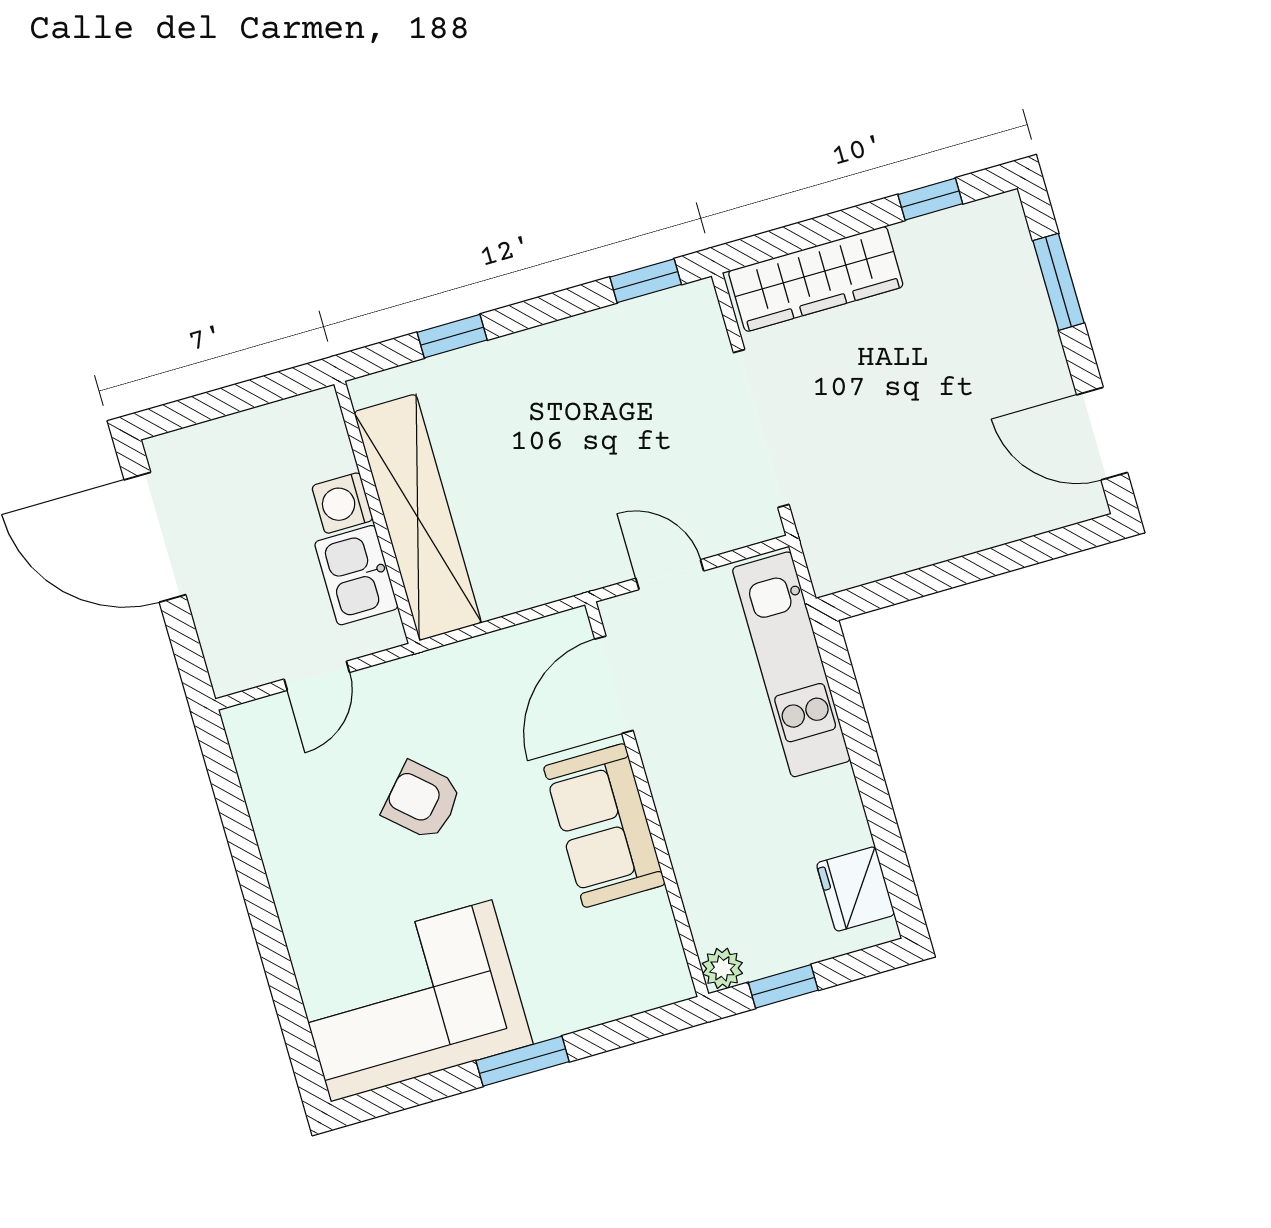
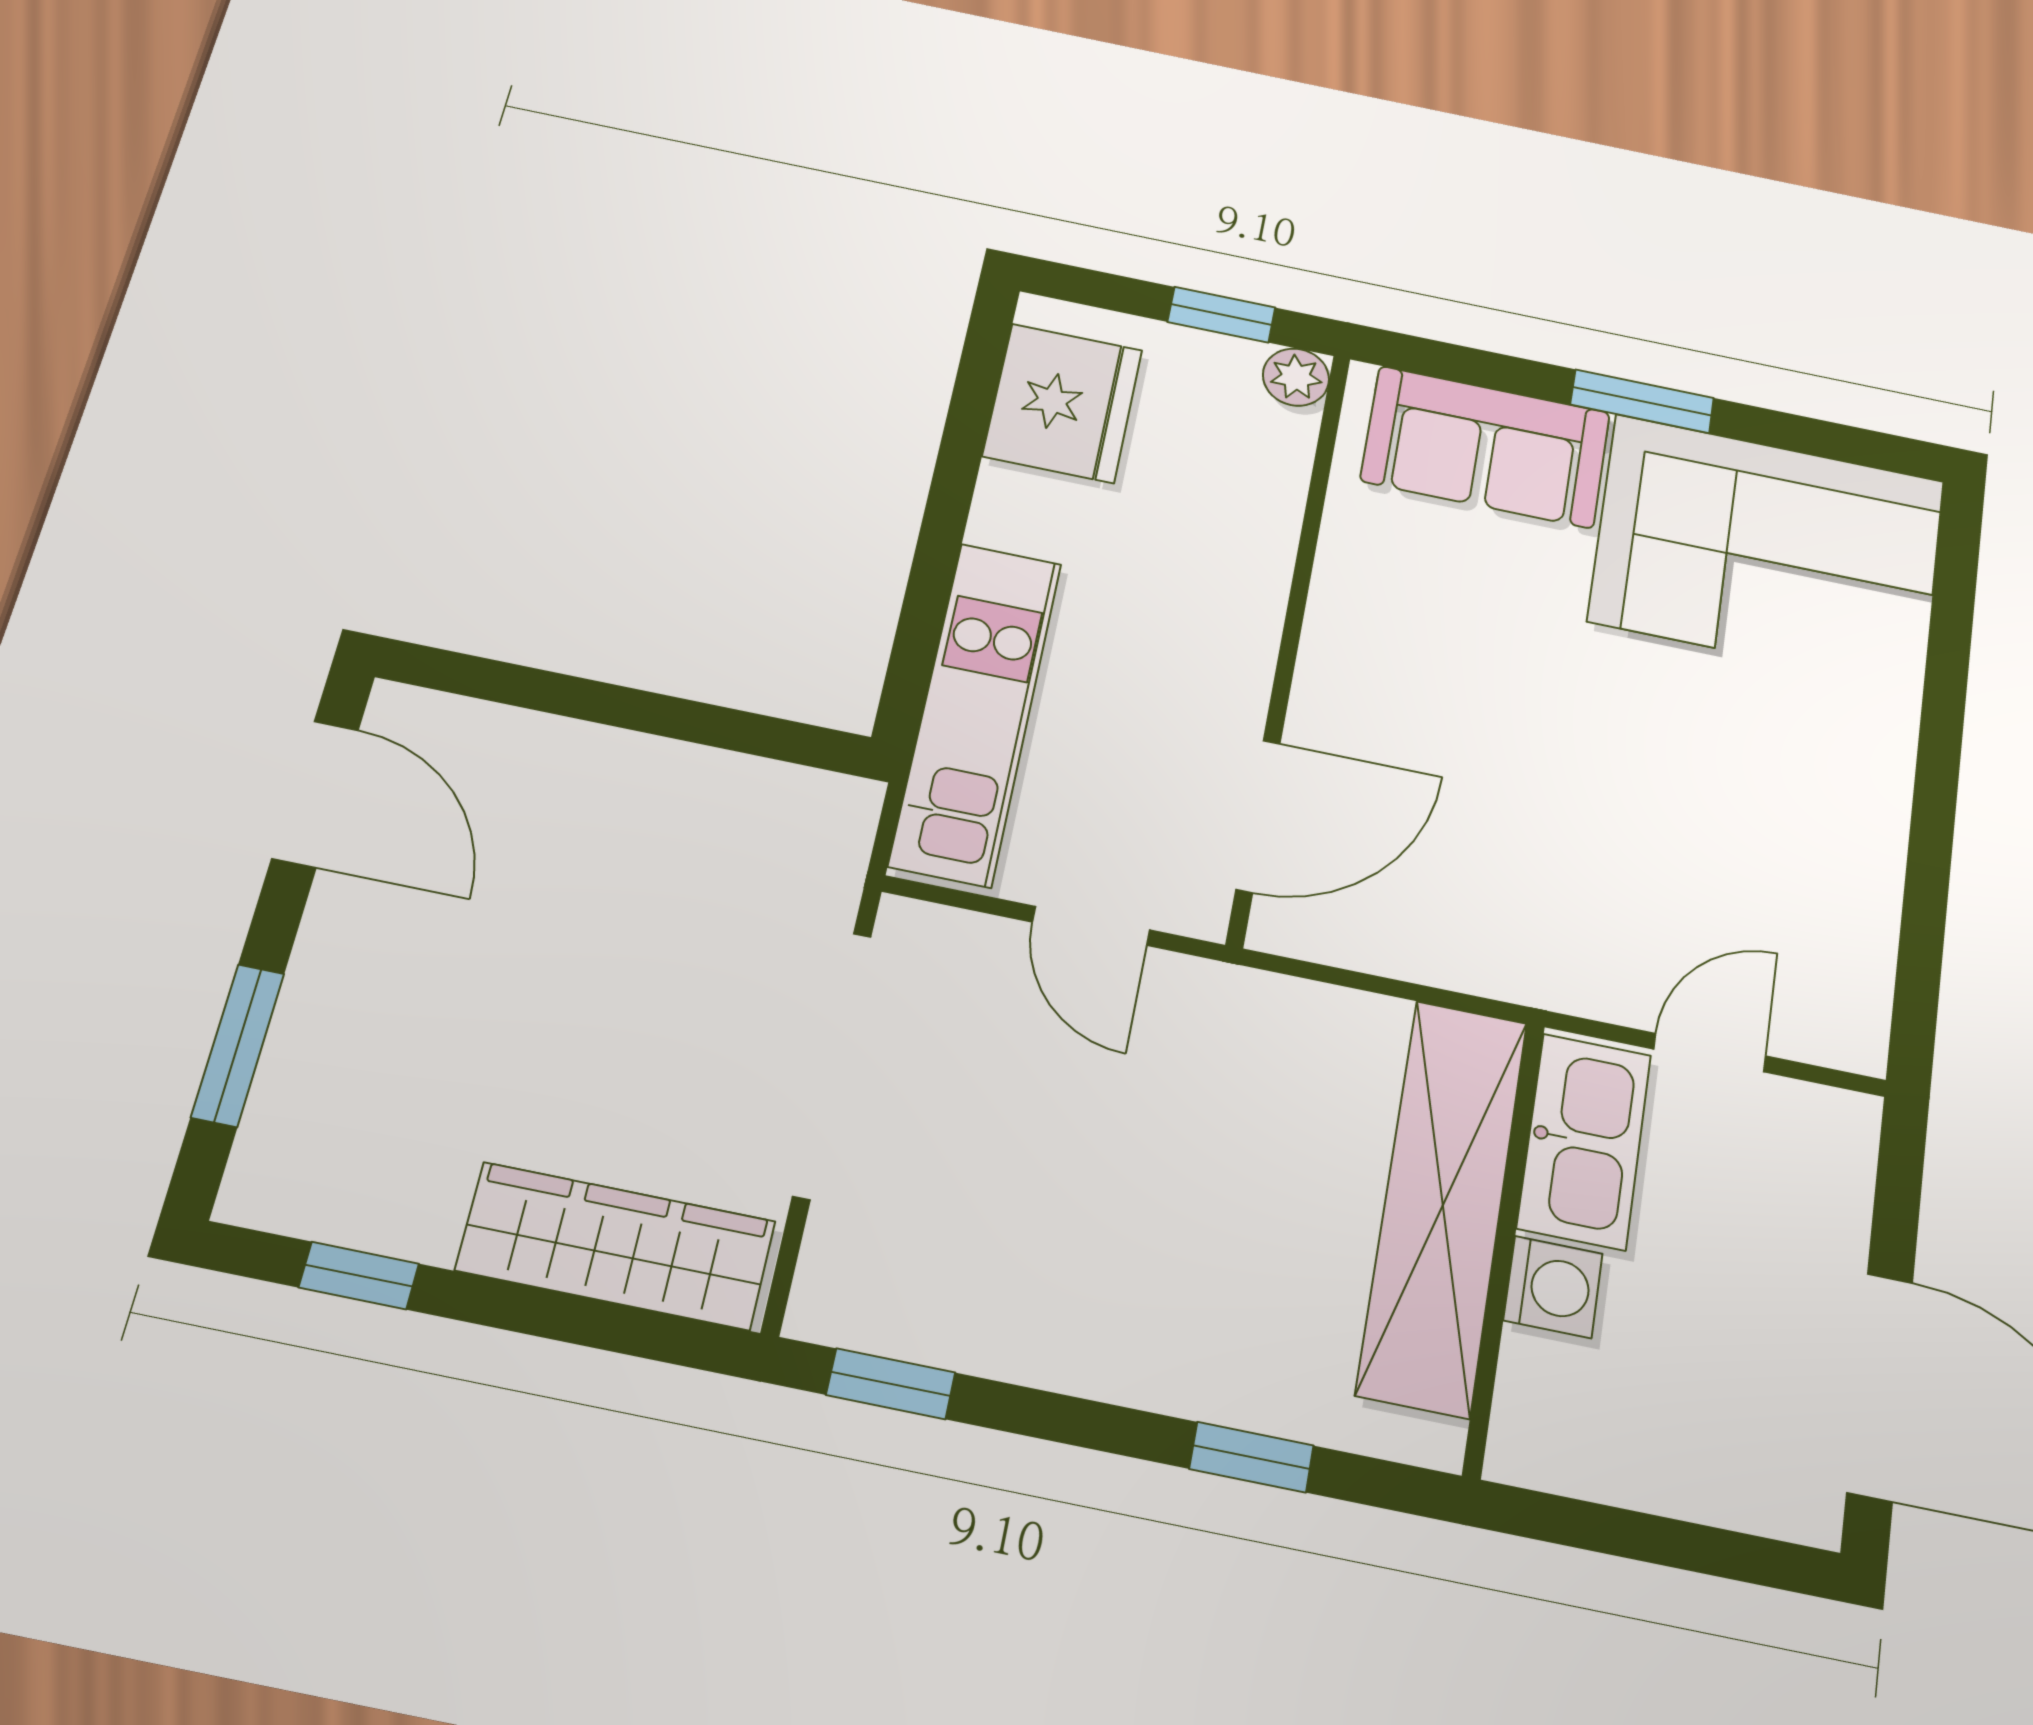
kitchen sink: (356, 575) -> (1584, 1141), width x1.38
armchair: (422, 801) -> (1628, 801), removed
sofa: (604, 825) -> (1486, 447), moved, turned 90
fridge: (856, 889) -> (1063, 403), width x1.36, depth x1.34

